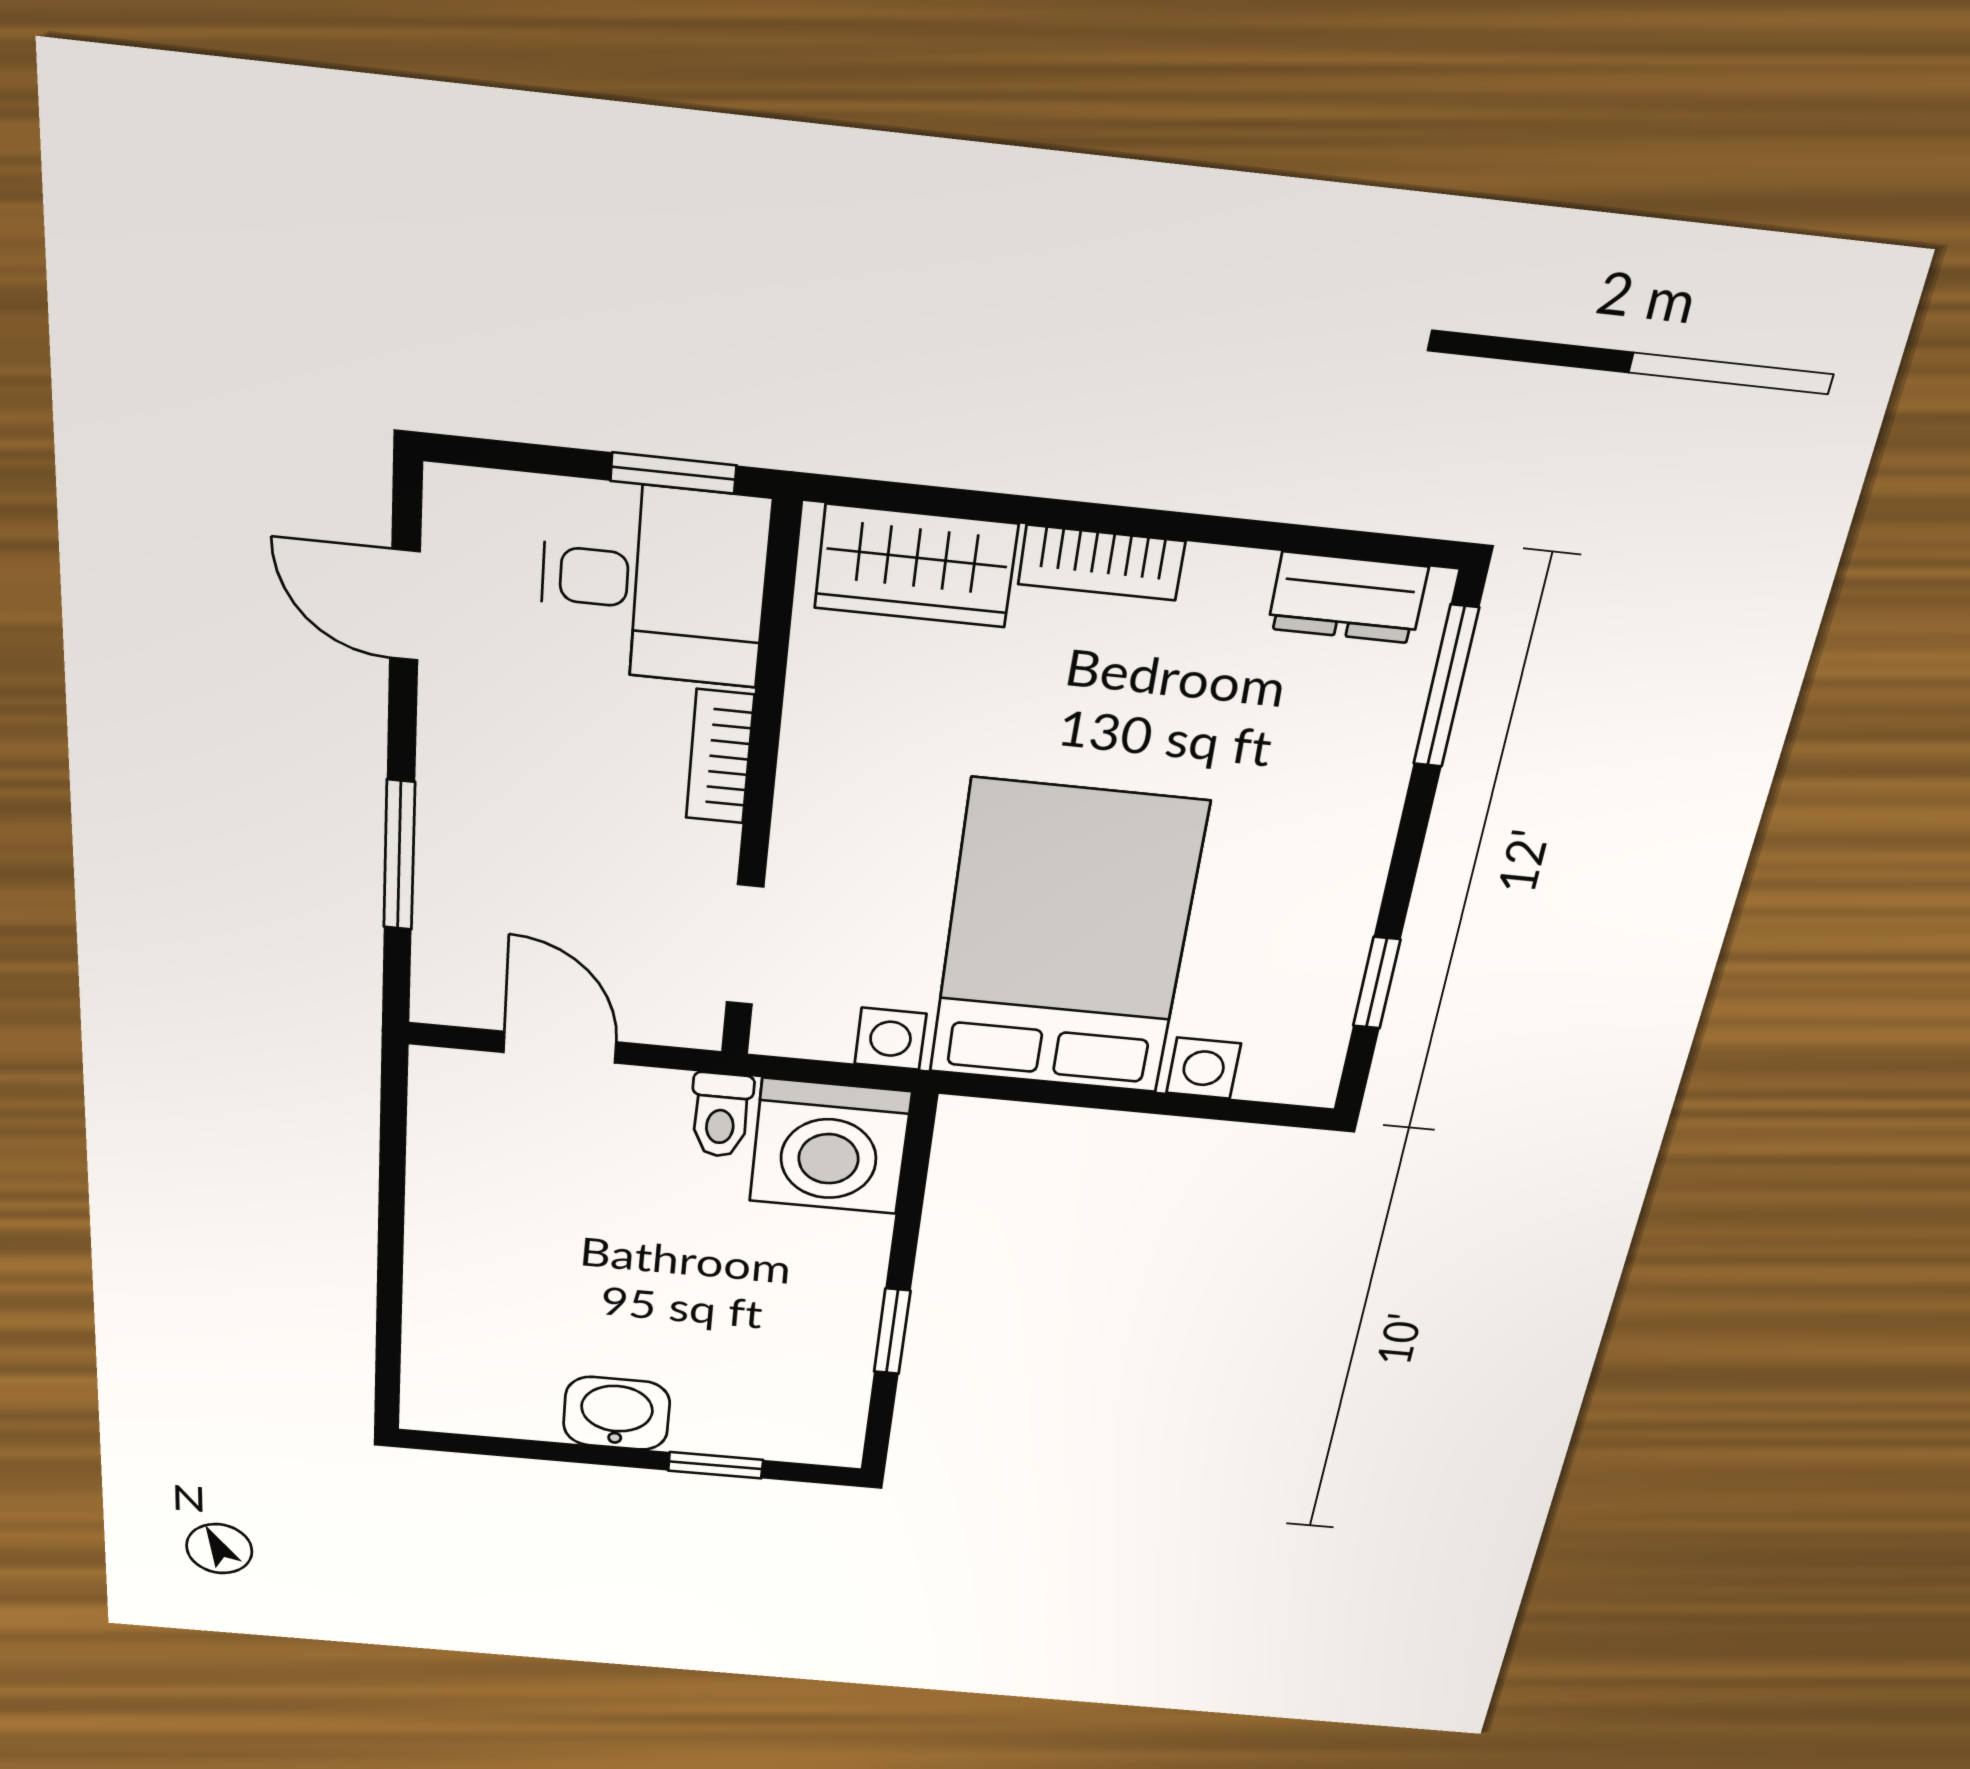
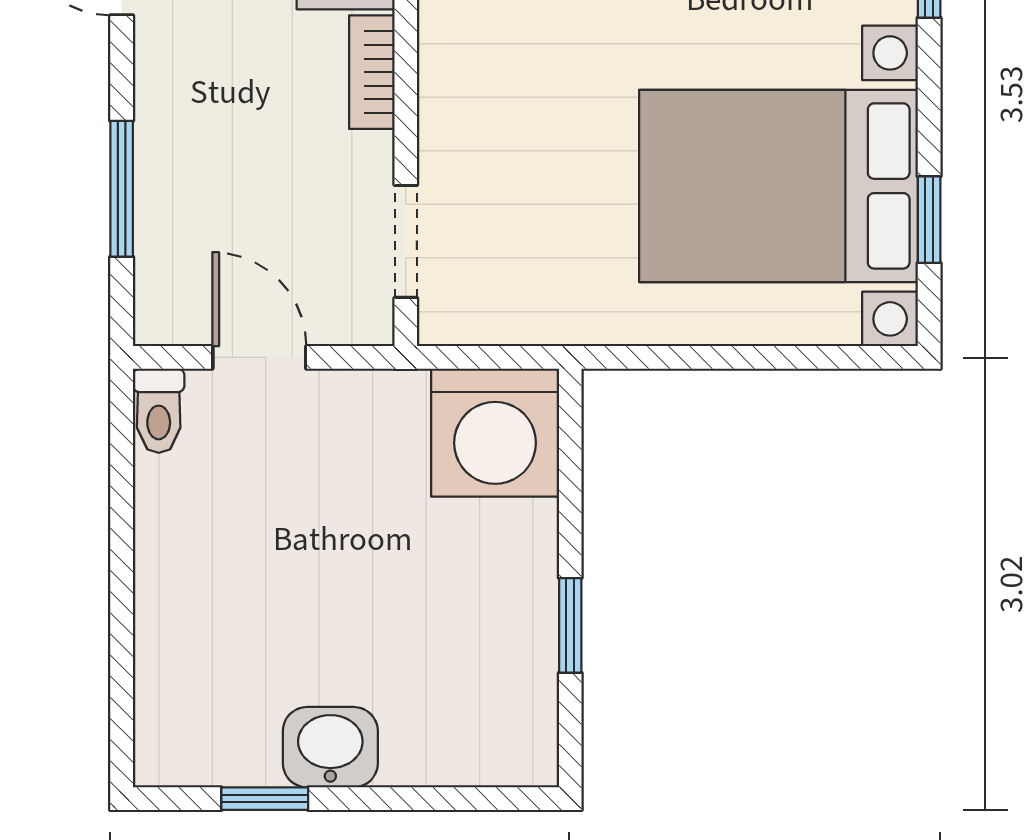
bed with nightstands: (1066, 939) -> (779, 186), moved, turned -90
toilet: (721, 1115) -> (159, 411), moved
window: (716, 1465) -> (265, 799), moved

